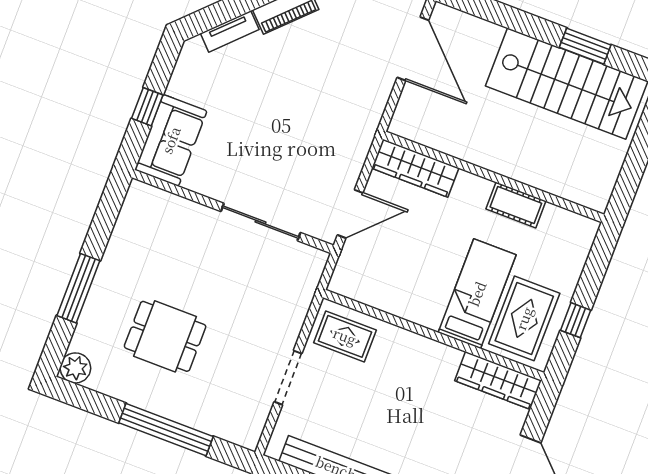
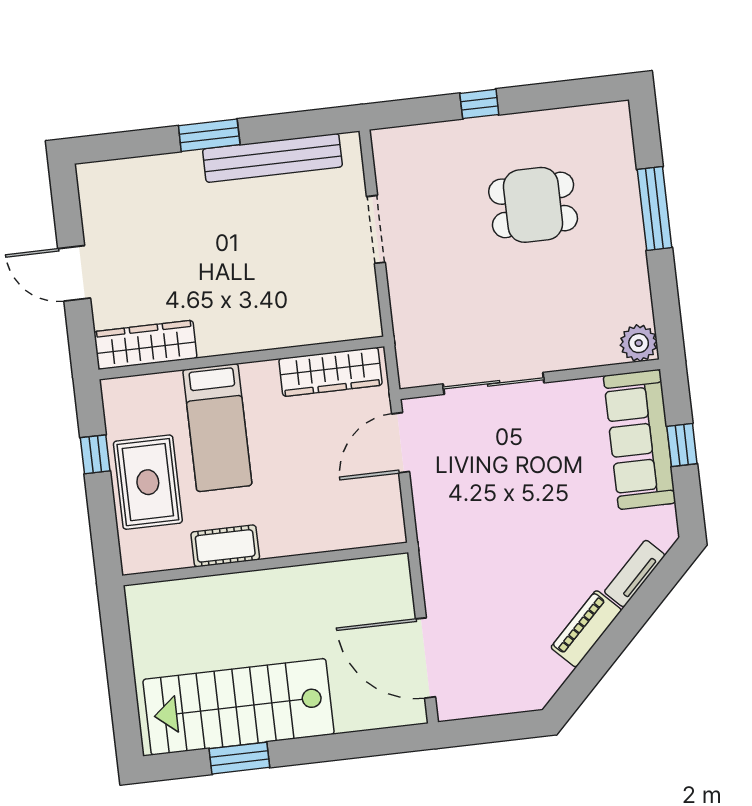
sofa: (171, 140) -> (639, 439), width x1.36
wardrobe: (415, 168) -> (330, 372), moved, turned 180
rug: (524, 318) -> (148, 482), moved
rug: (345, 336) -> (337, 306), removed
plant: (75, 368) -> (639, 343), moved
window: (166, 430) -> (479, 104), width x0.32

